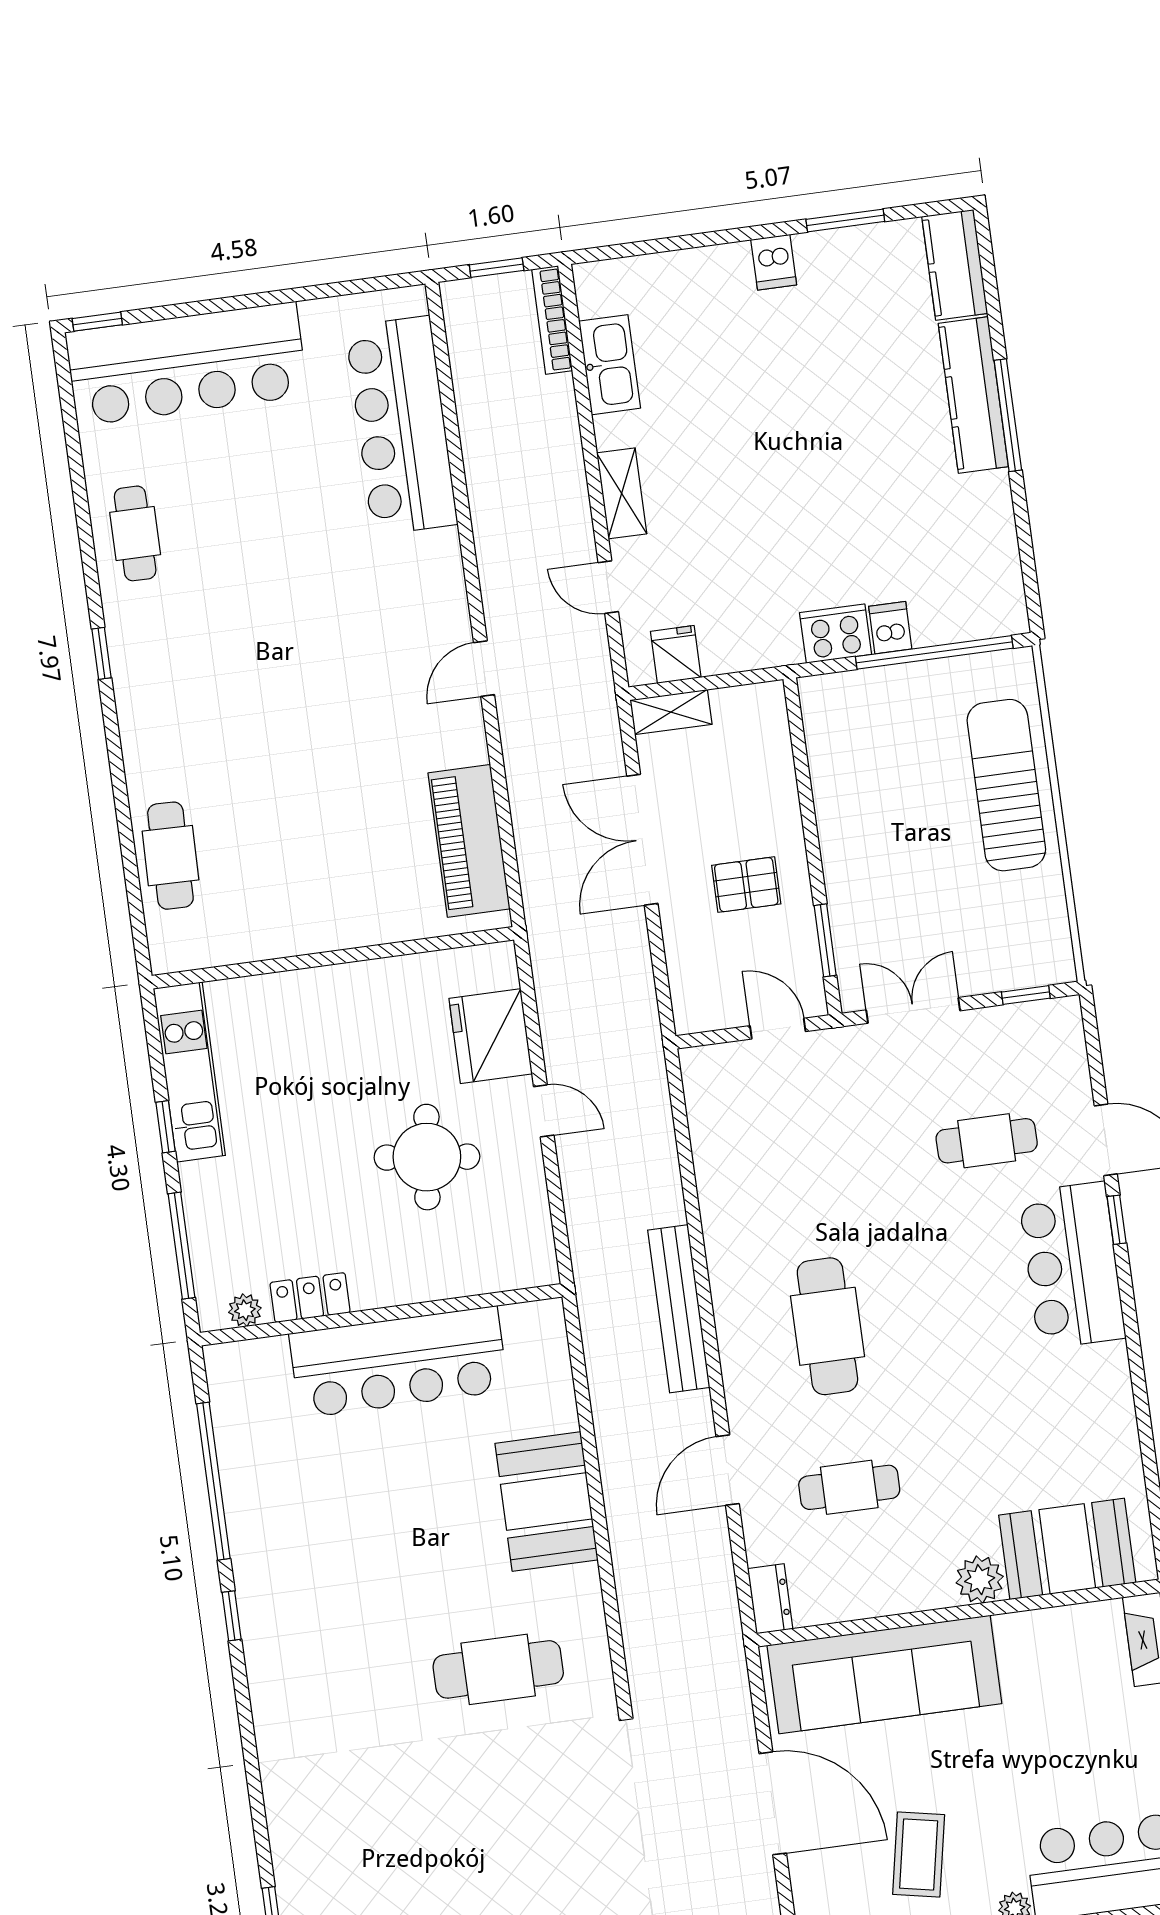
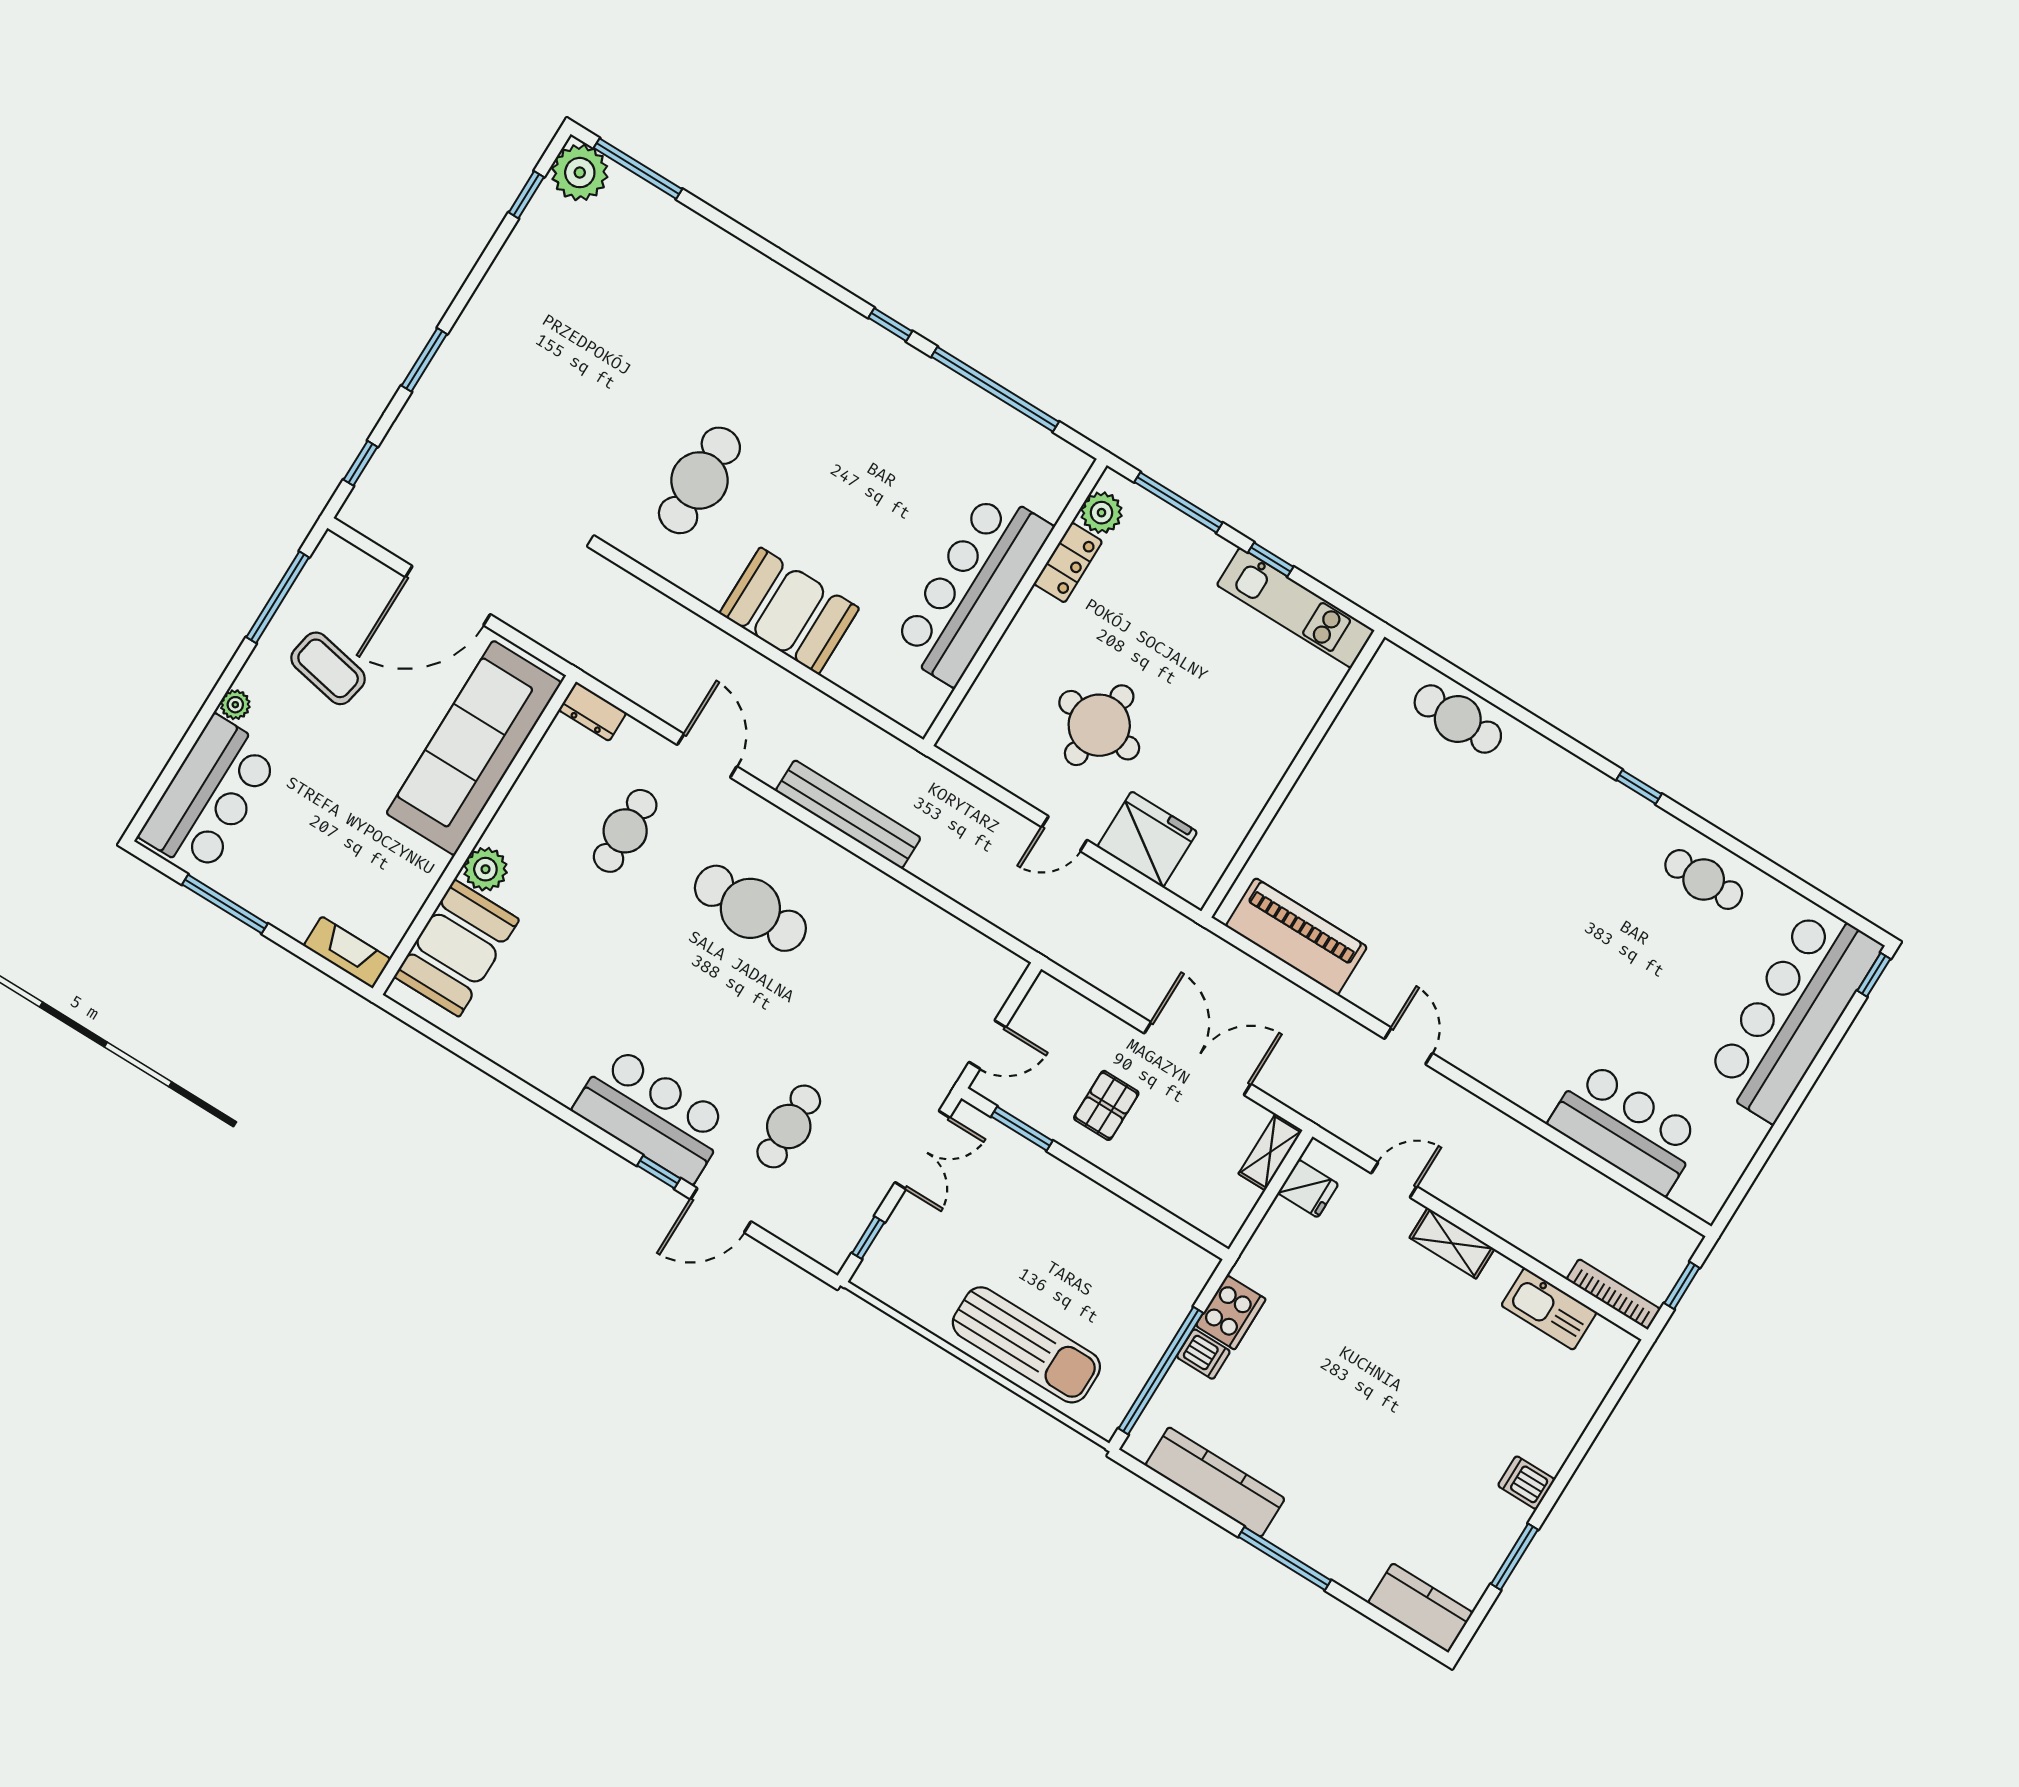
kitchen counter: (973, 395) -> (1215, 1482), moved
bar counter: (401, 426) -> (1626, 1128), width x0.73
plant: (245, 1310) -> (1102, 513), width x1.38, depth x1.38

